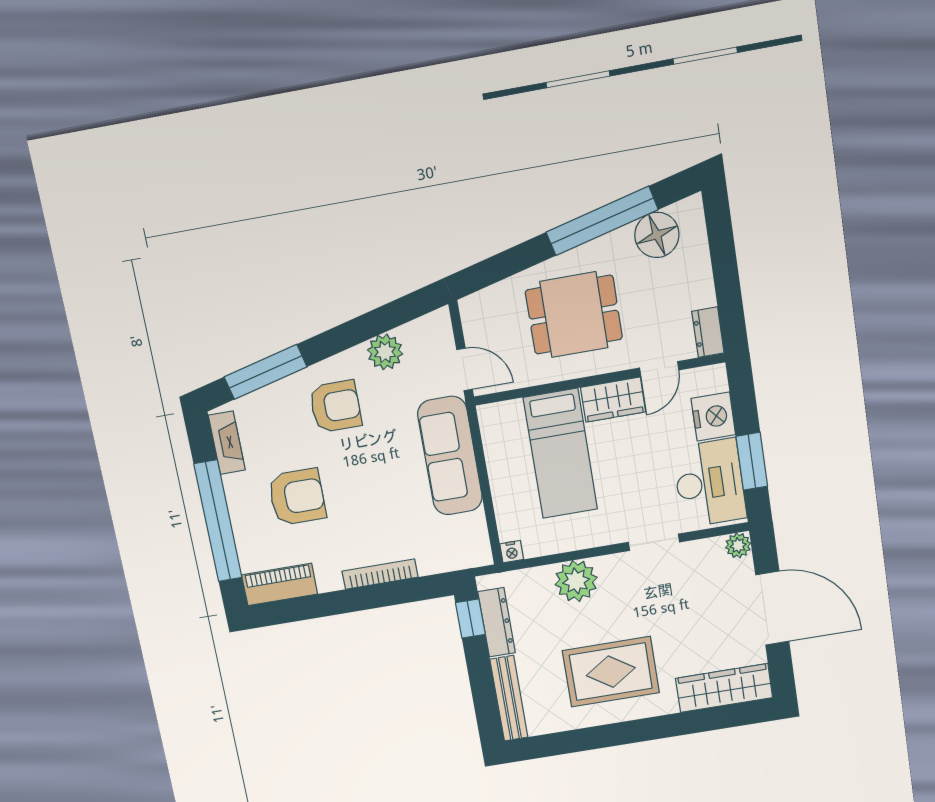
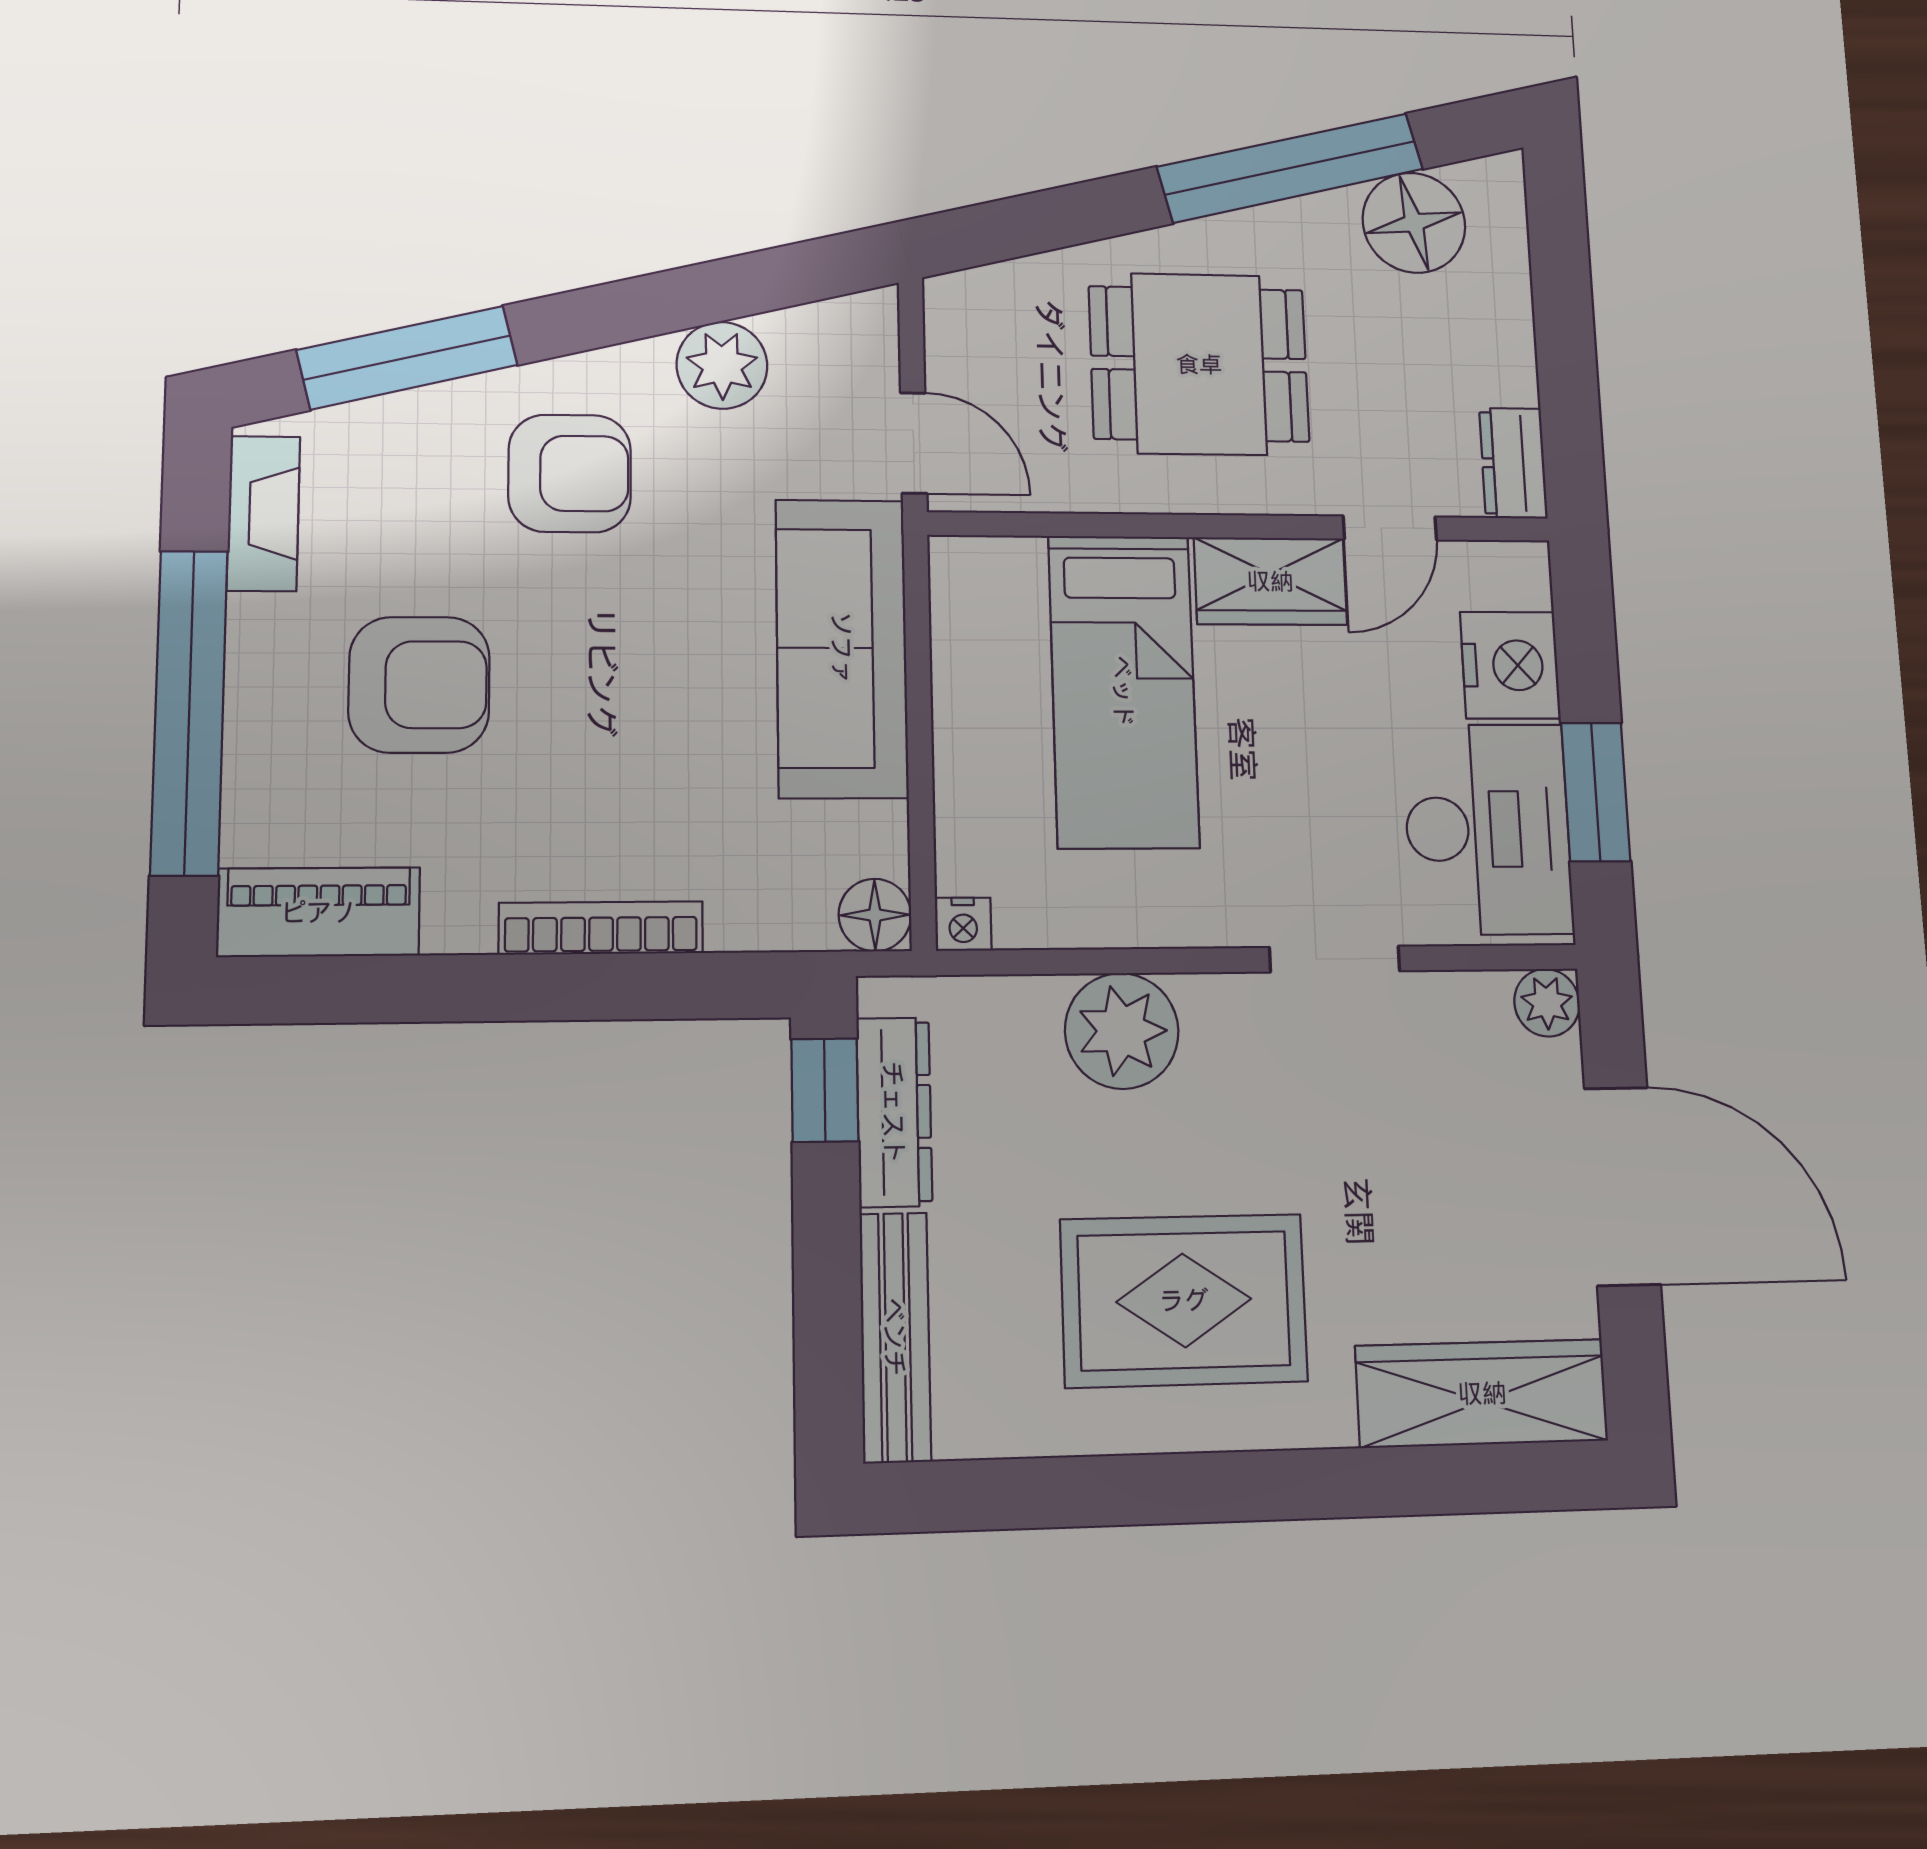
floor lamp: (478, 554) -> (875, 915), added

